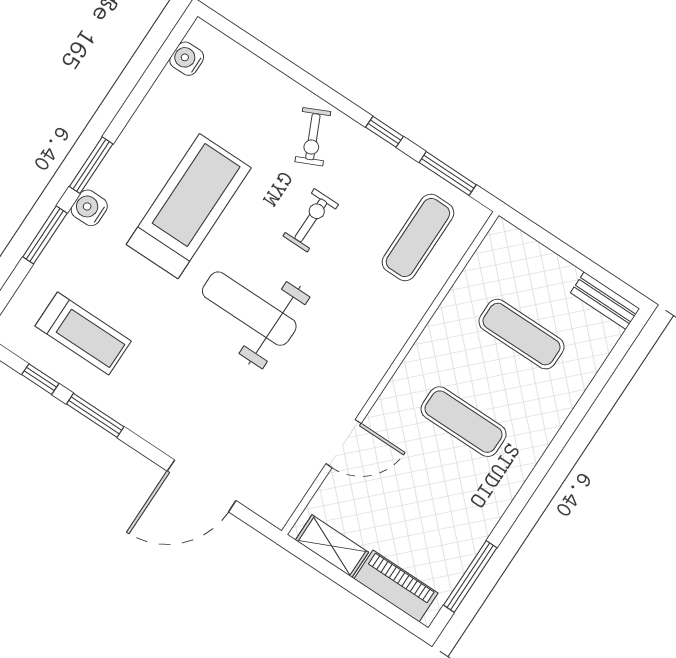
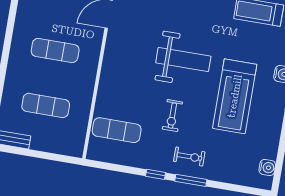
exercise bike: (313, 137) -> (189, 157), turned 115
window: (448, 174) -> (191, 180), moved
exercise mat: (418, 237) -> (117, 130), turned 90

